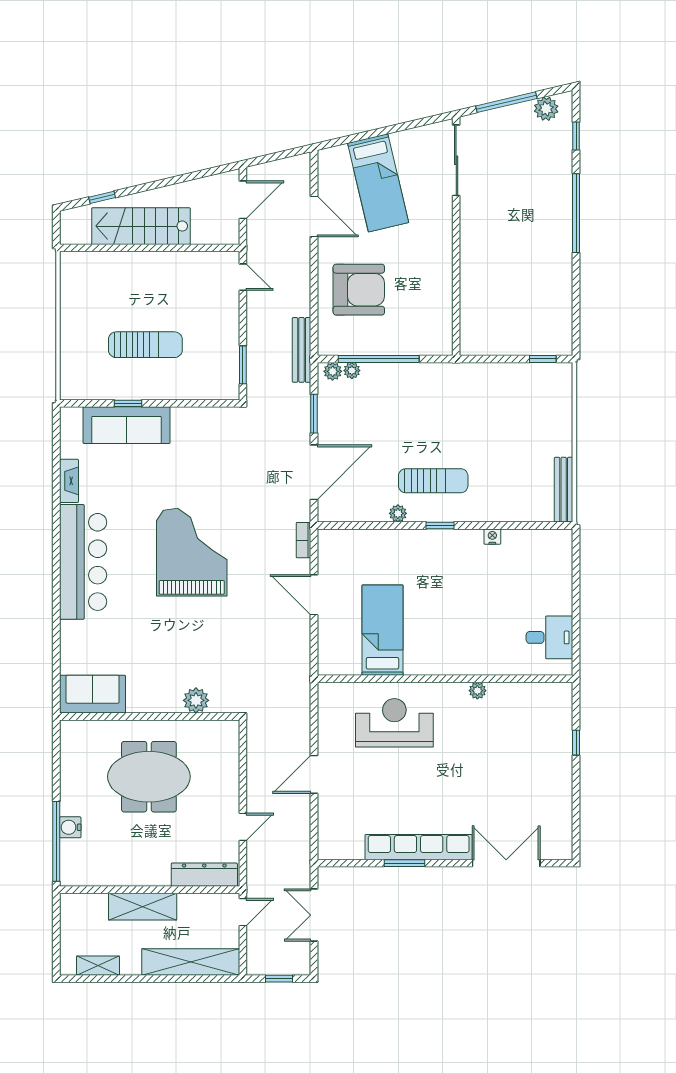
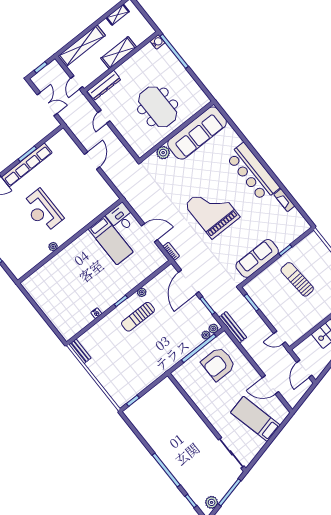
armchair: (359, 290) -> (218, 364), moved
sun lounger: (145, 345) -> (297, 279), turned 86
sofa: (126, 425) -> (257, 258), moved
bench: (564, 490) -> (80, 351), width x0.73
grand piano: (192, 552) -> (212, 211), turned 180
desk: (549, 637) -> (121, 218), moved, turned 90
sofa: (93, 694) -> (197, 133), width x1.85, depth x1.27
reception desk: (394, 723) -> (42, 211), moved, turned 90
meeting table: (149, 777) -> (158, 107), turned 90
water cooler: (70, 827) -> (158, 42), moved

